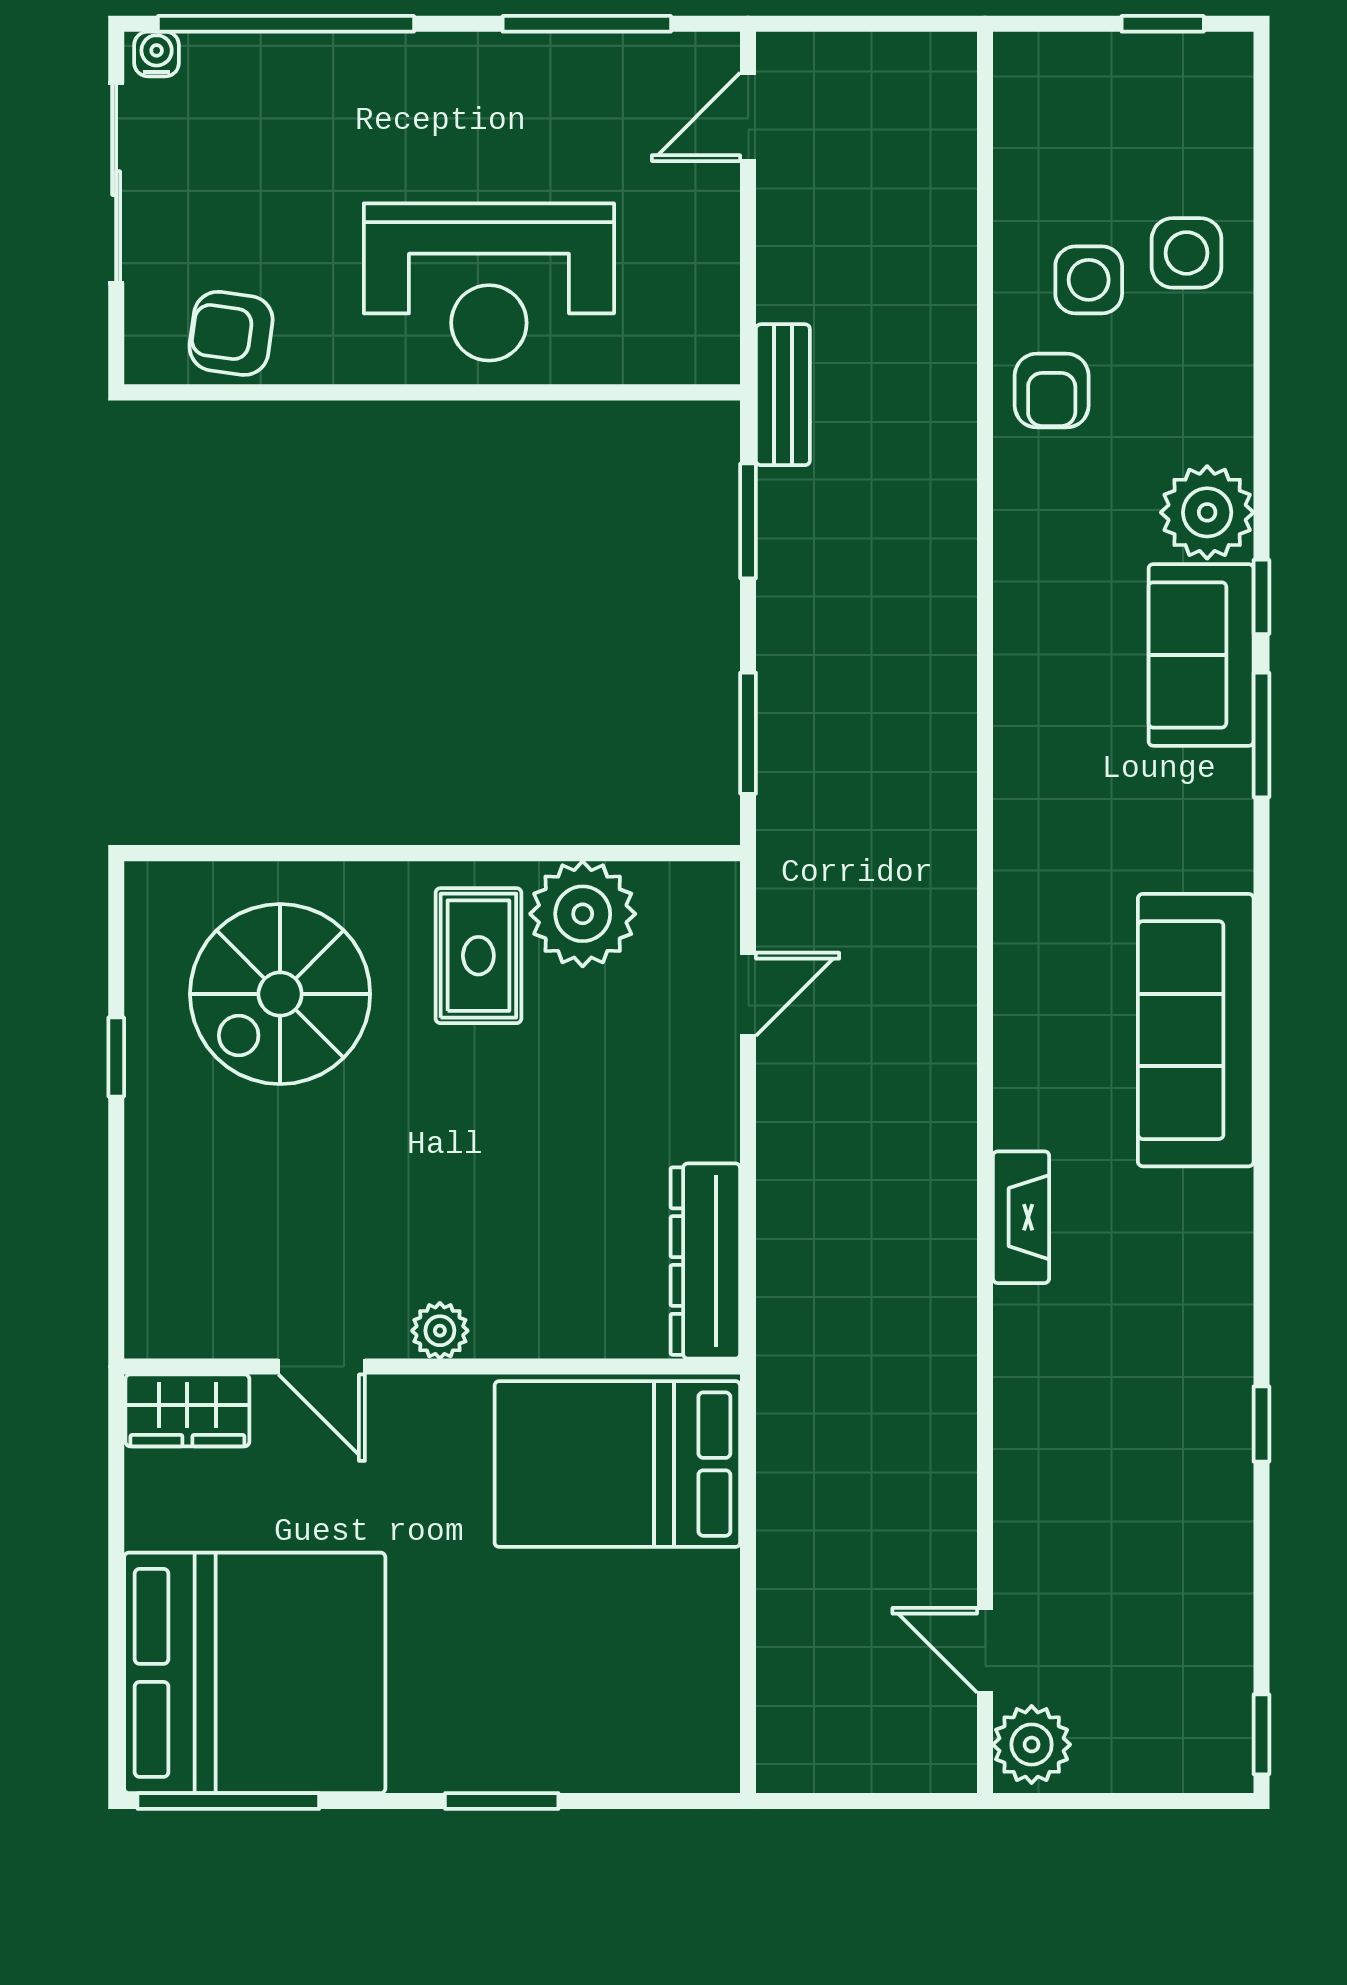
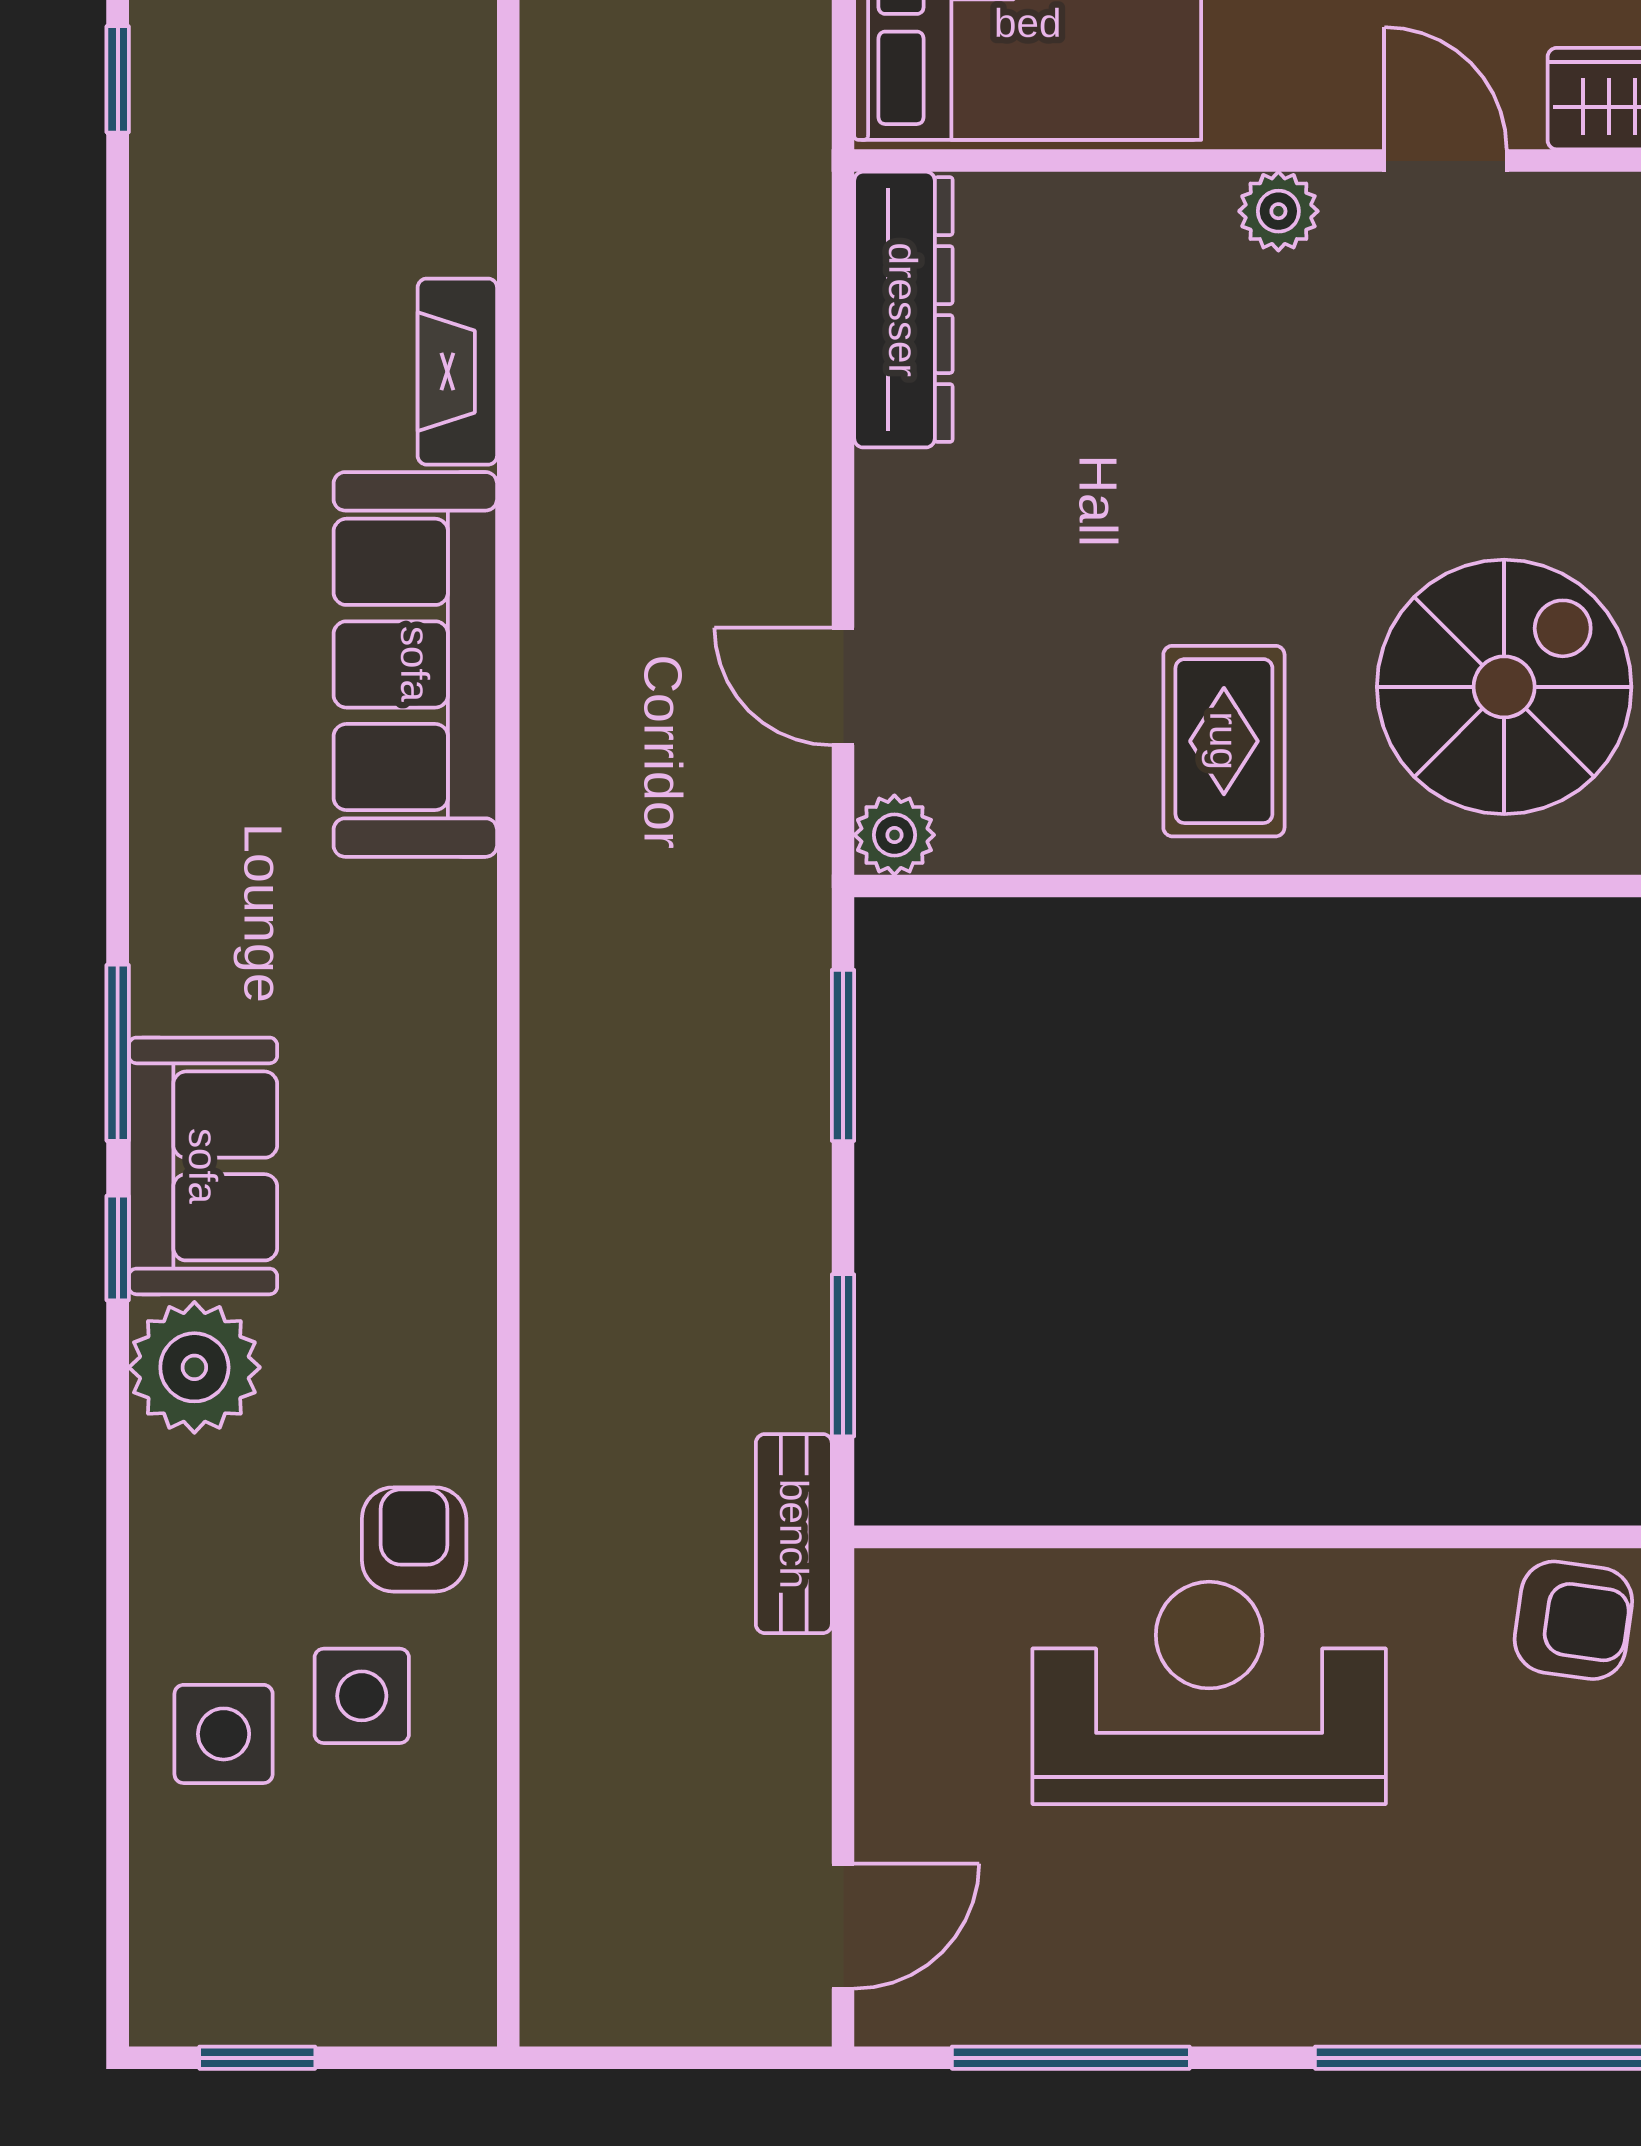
plant: (583, 914) -> (894, 835), moved, width x0.53, depth x0.53
door: (748, 994) -> (843, 686), hinge flipped
sofa: (1196, 1030) -> (415, 664), moved, turned 180

